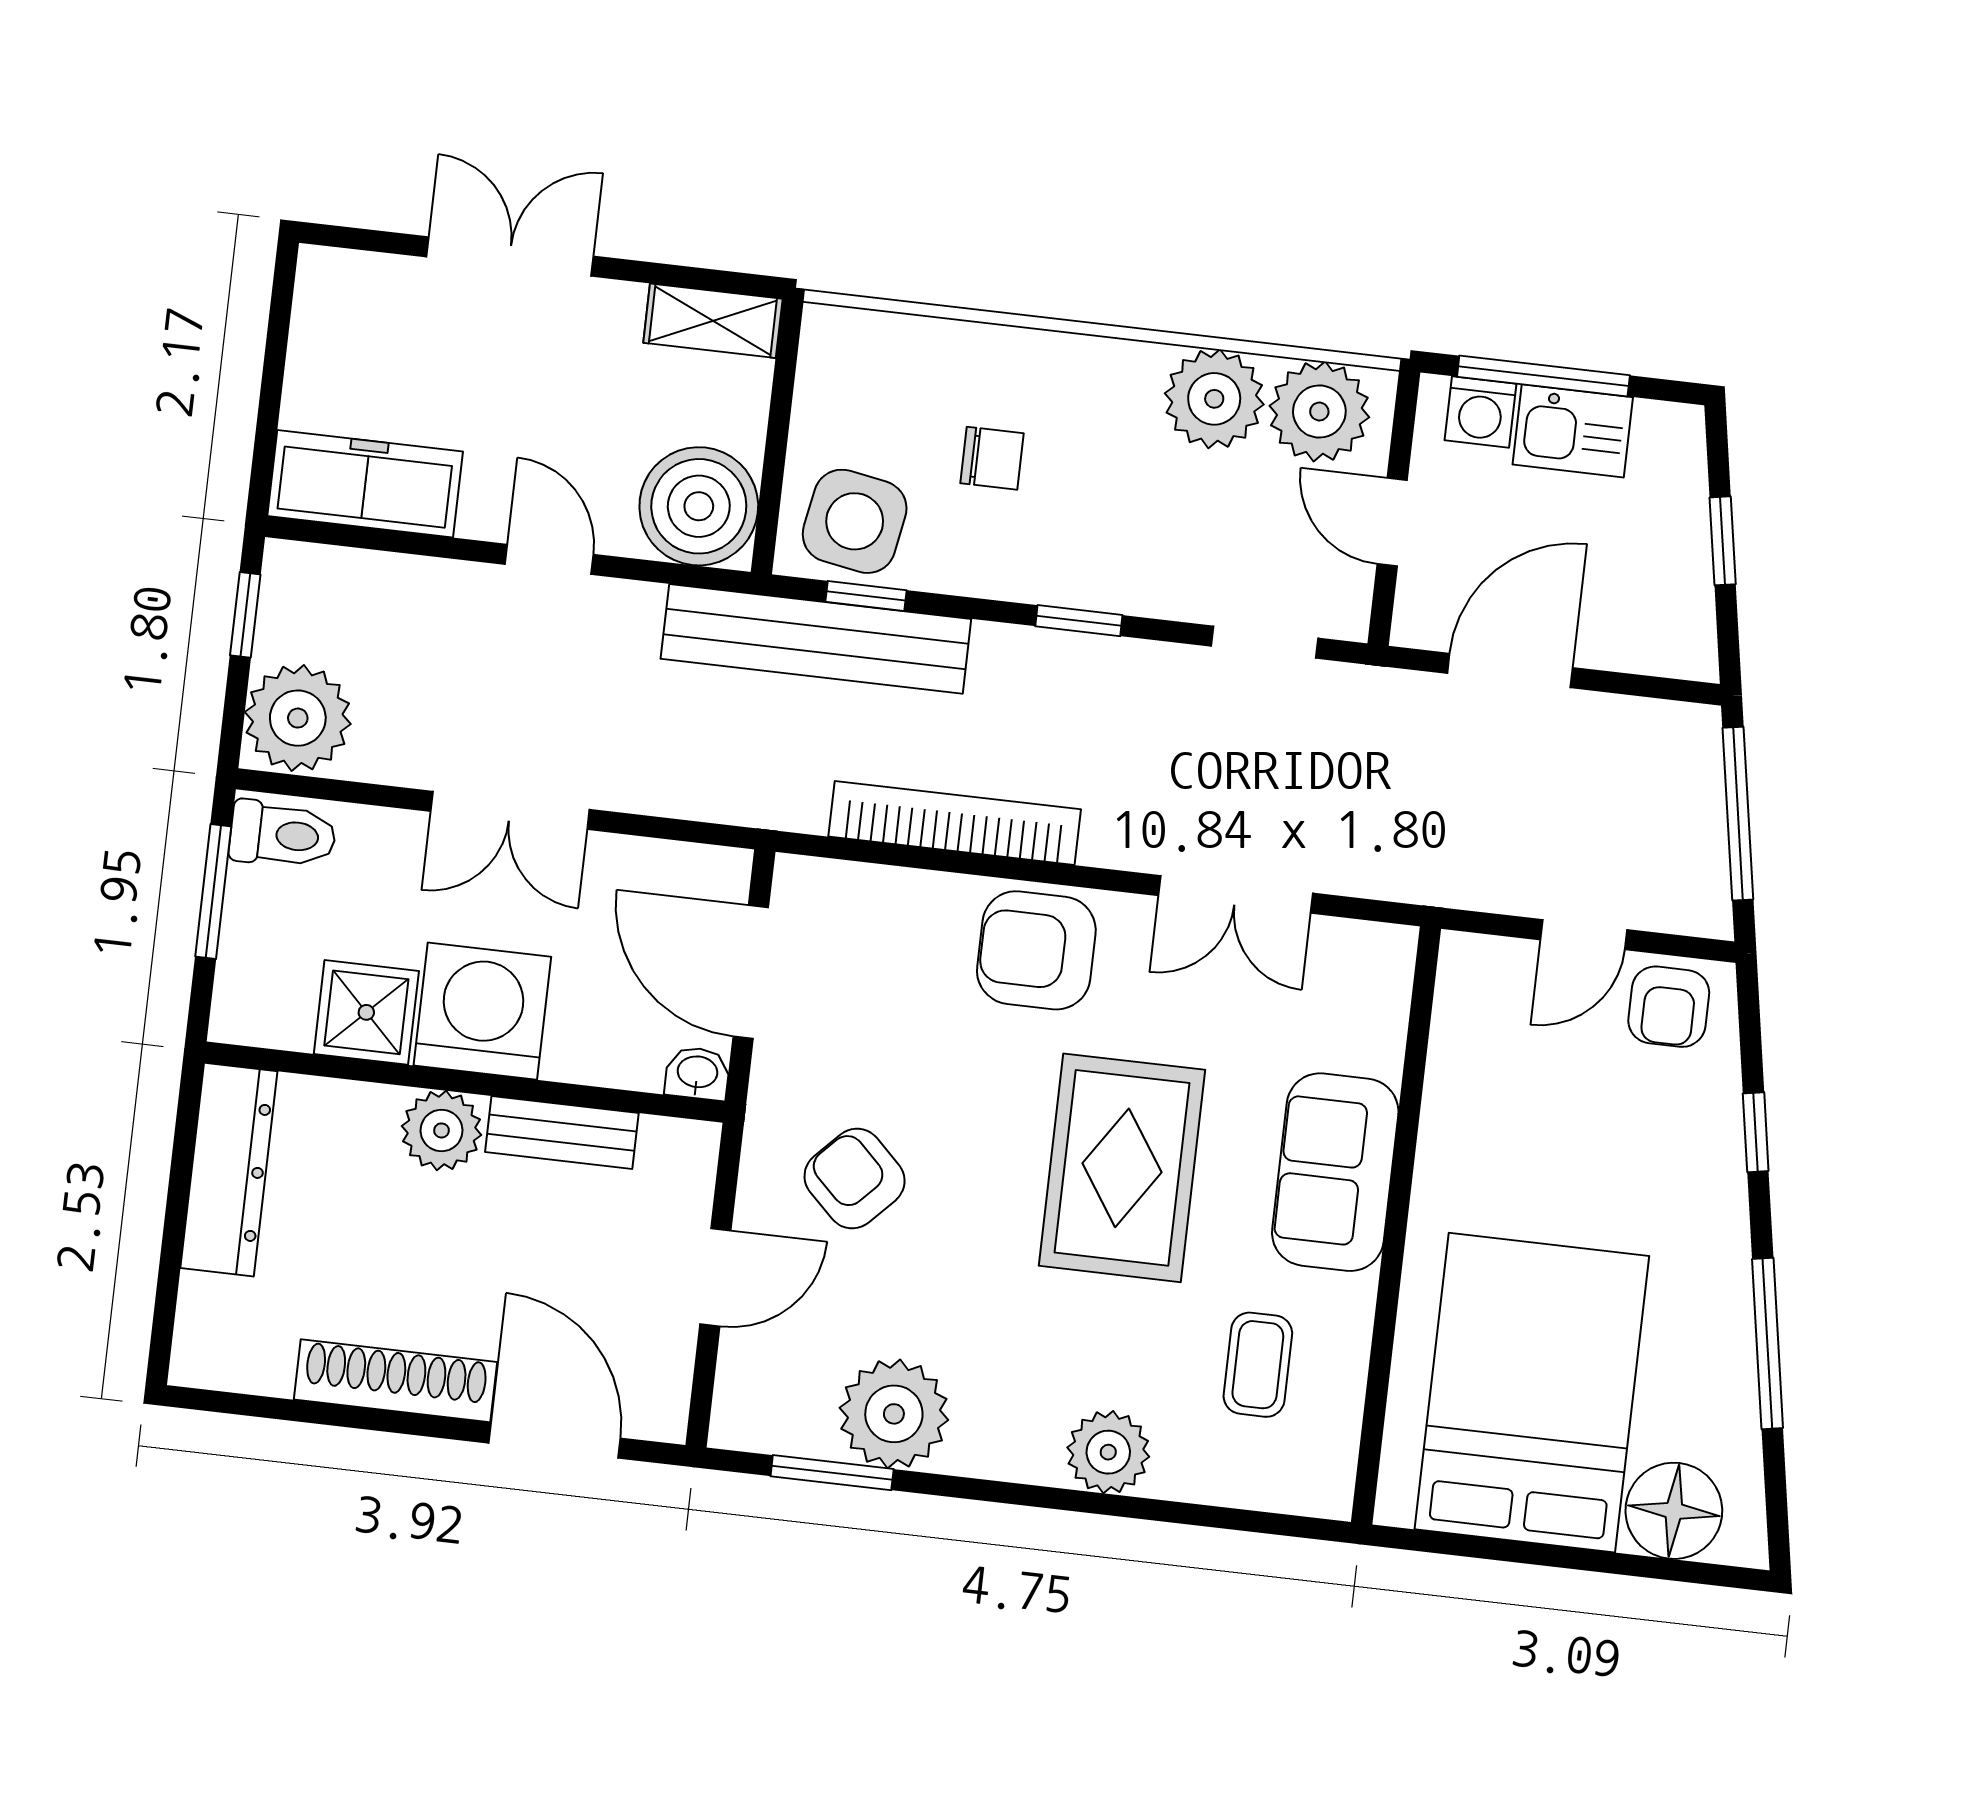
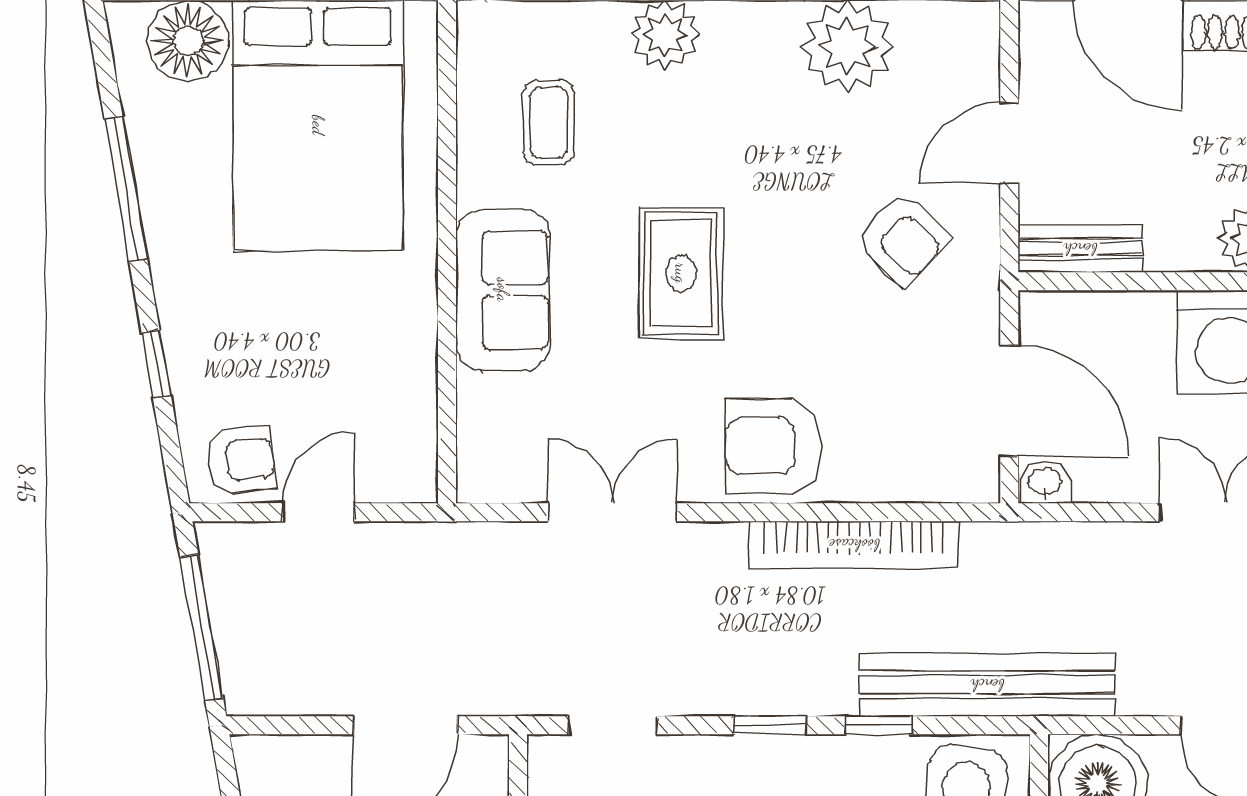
window: (866, 596) -> (878, 725), moved
armchair: (1036, 950) -> (773, 446), turned 180
armchair: (1669, 1007) -> (241, 460), turned 83
washbasin: (697, 1073) -> (1045, 482), moved, turned 180
bench: (562, 1132) -> (1080, 249), moved
rug: (1122, 1168) -> (681, 273), width x0.73, depth x0.70

